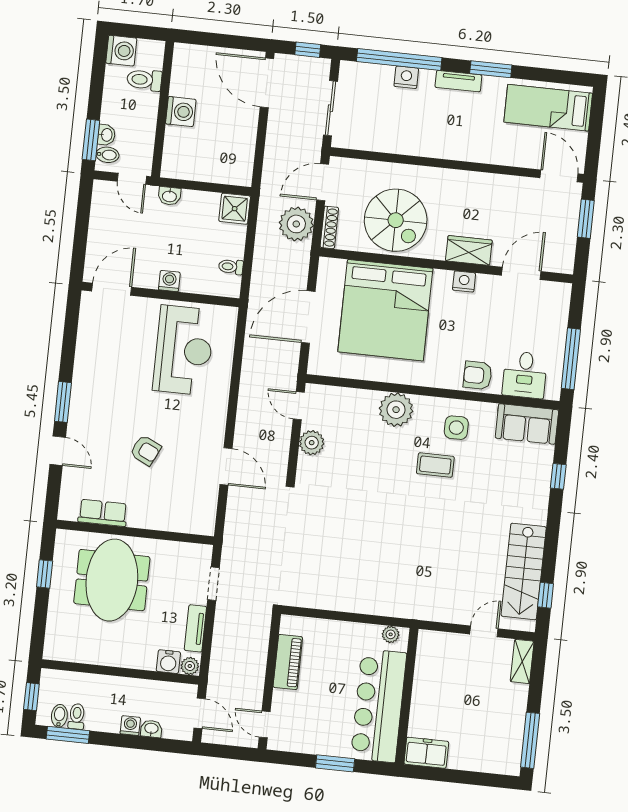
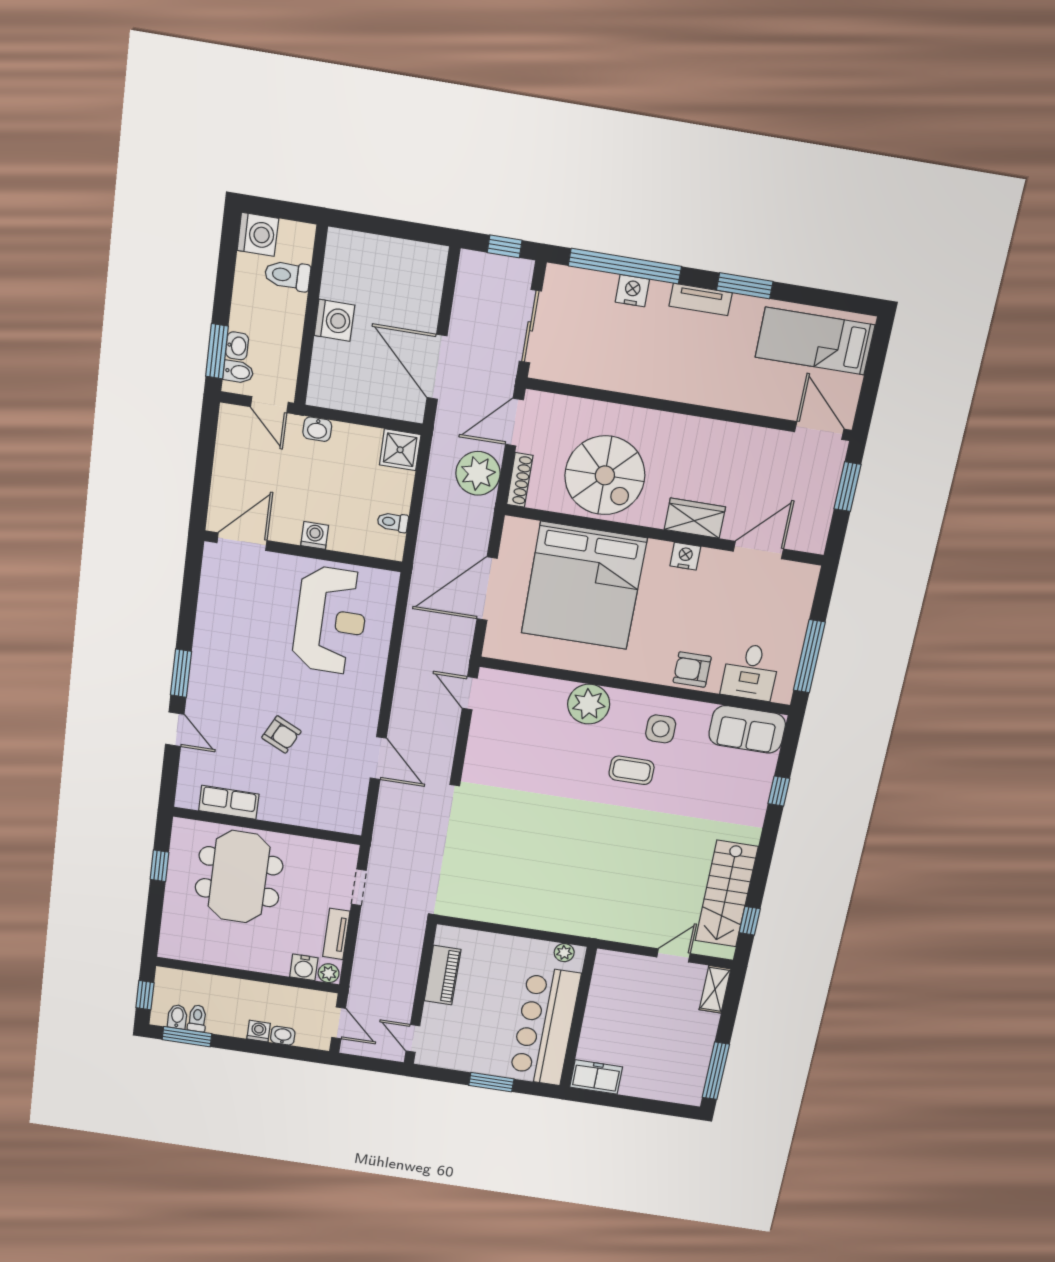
door: (267, 83) -> (437, 367), moved
plant: (312, 443) -> (483, 737), removed

